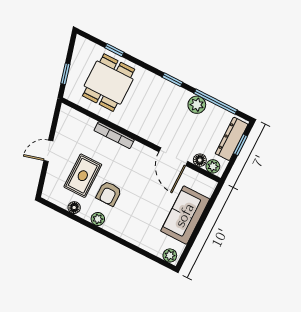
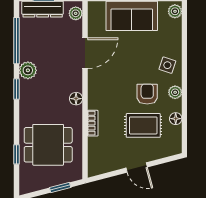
plant: (197, 105) -> (28, 70), moved
bookcase: (114, 135) -> (93, 123), width x0.64
floor lamp: (200, 160) -> (76, 99), moved
armchair: (109, 193) -> (147, 94), turned -90
side table: (125, 224) -> (167, 65), added

